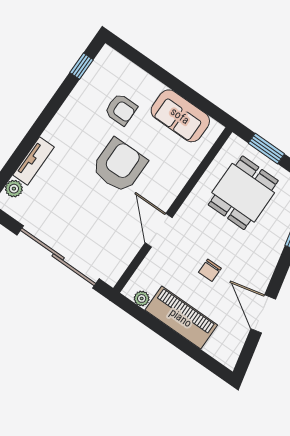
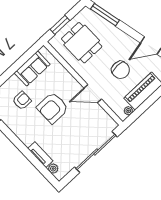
armchair: (119, 166) -> (53, 108), turned -90
chair: (210, 270) -> (121, 70), width x1.87, depth x1.87

